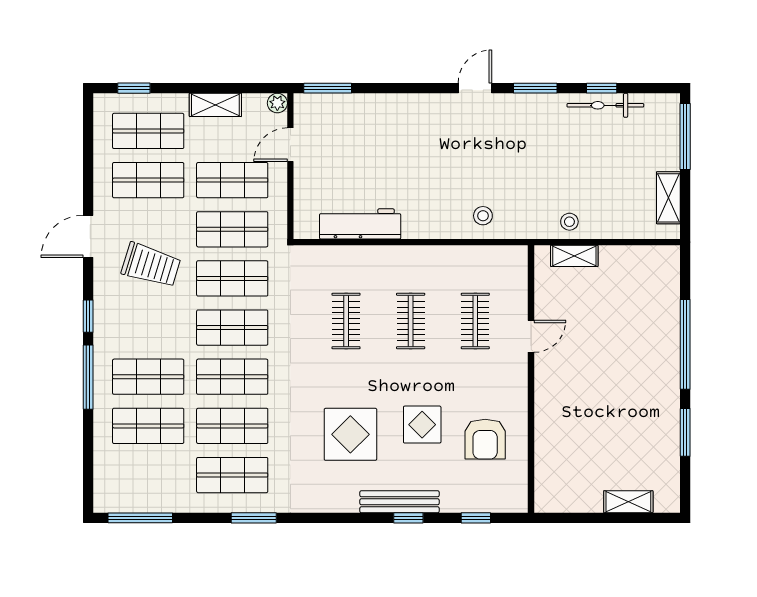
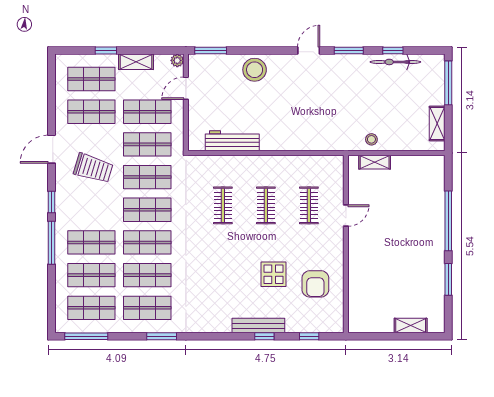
window: (134, 88) -> (106, 51), moved
stool: (483, 216) -> (255, 70), moved, width x1.89, depth x1.89
display table: (350, 434) -> (226, 281), removed
shop shelf: (148, 475) -> (91, 308), added

